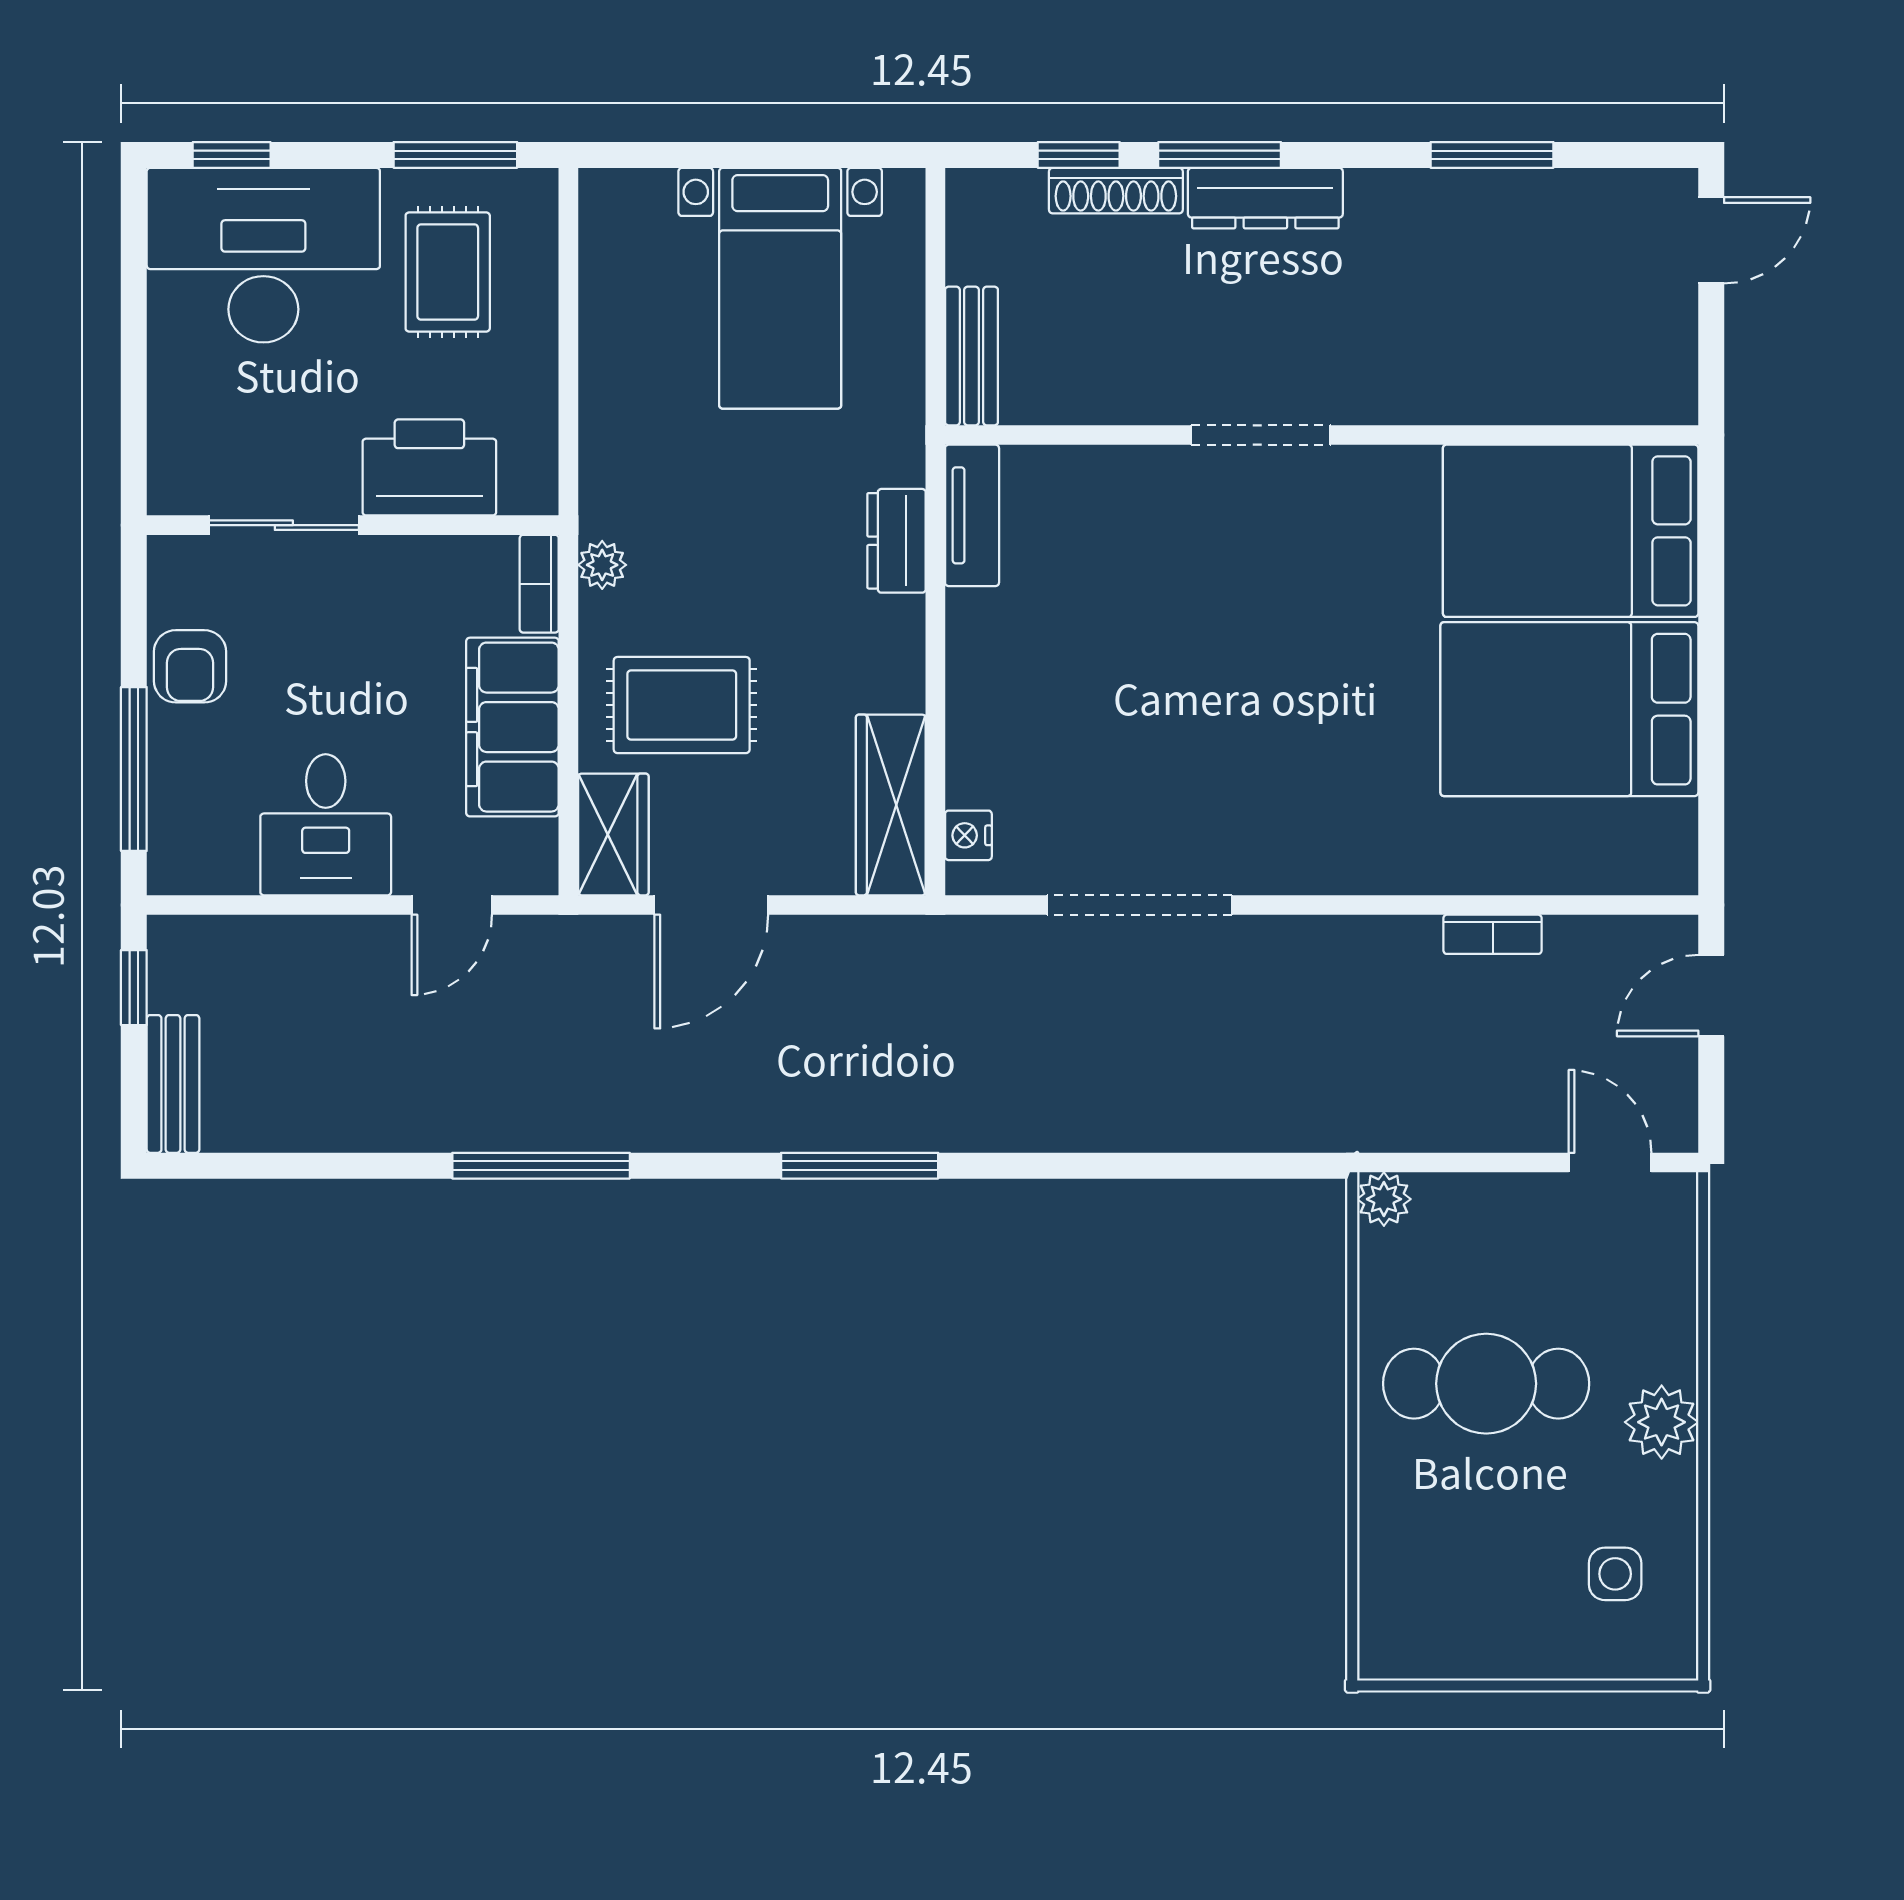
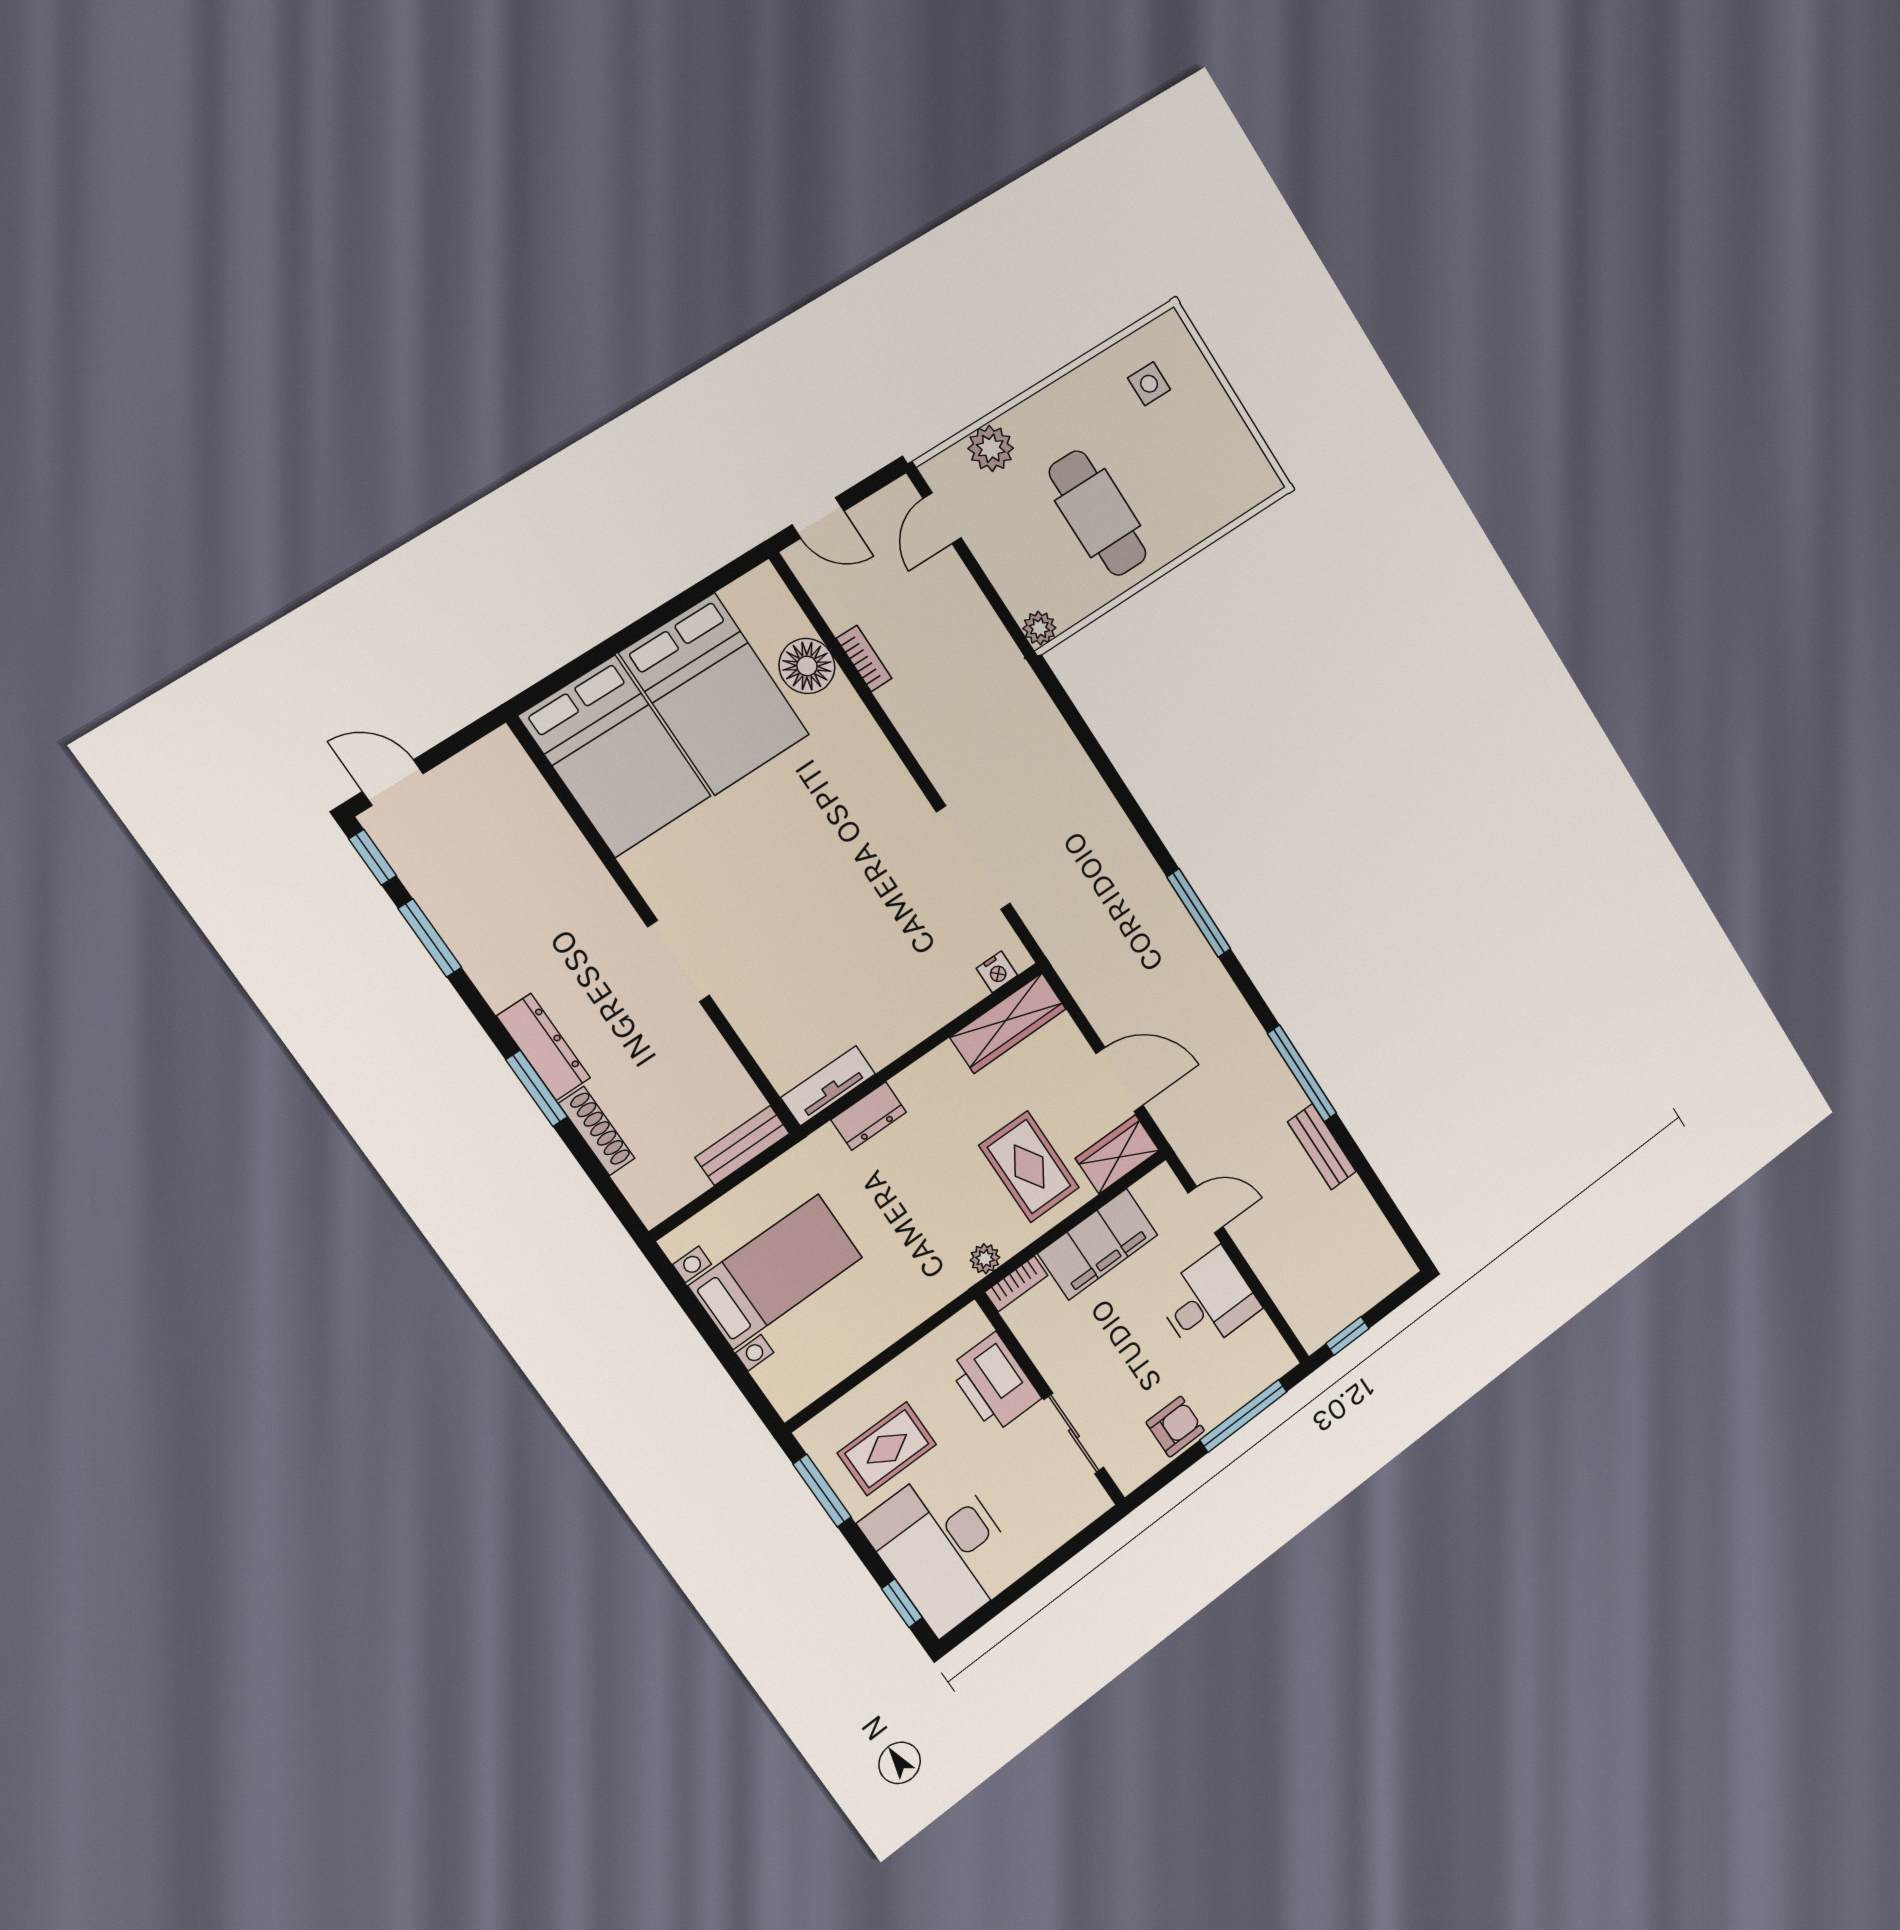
window: (1079, 155) -> (373, 857), moved
floor lamp: (1530, 853) -> (807, 666), added
bench: (173, 1084) -> (1322, 1147), moved, turned 90
plant: (1662, 1422) -> (991, 448), moved

